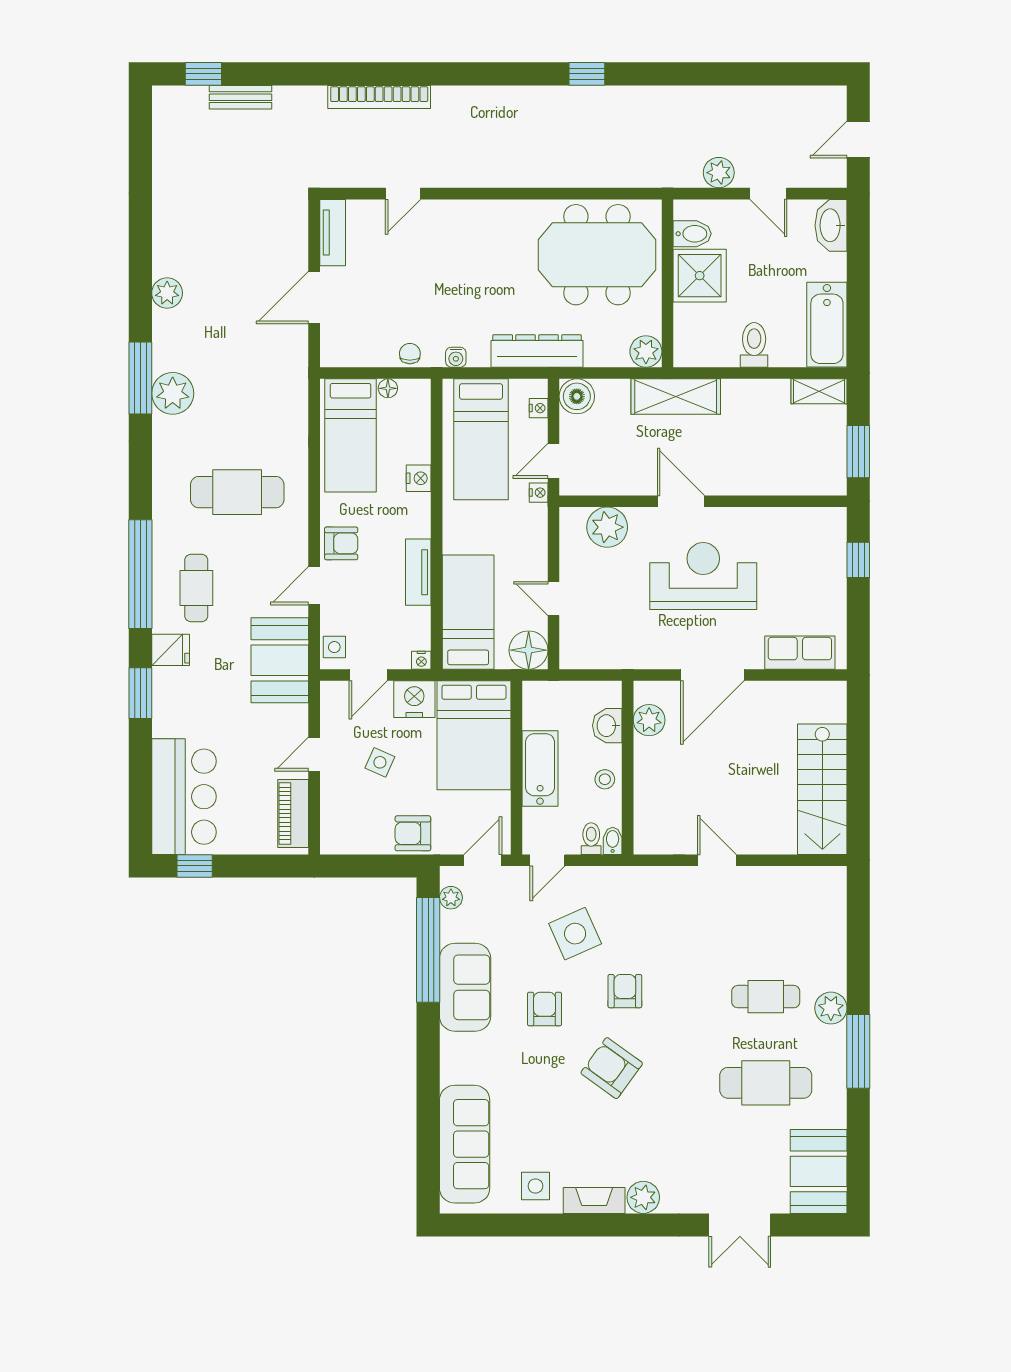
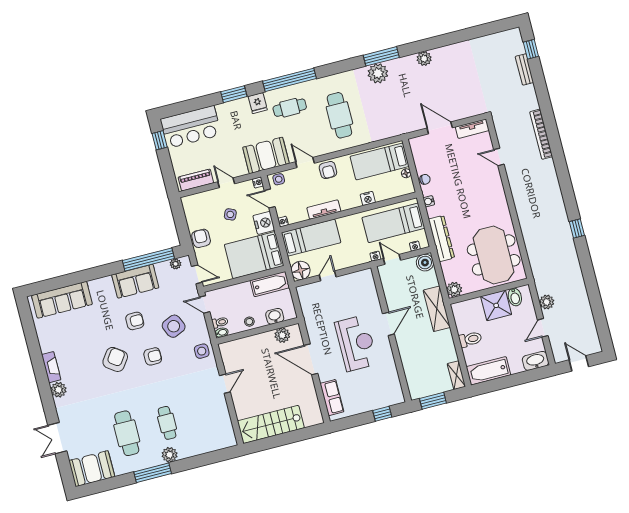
plant: (607, 527) -> (367, 292), removed
nightstand: (330, 690) -> (258, 182), added
bathtub: (540, 769) -> (270, 284), moved
side table: (535, 1186) -> (202, 351), moved

